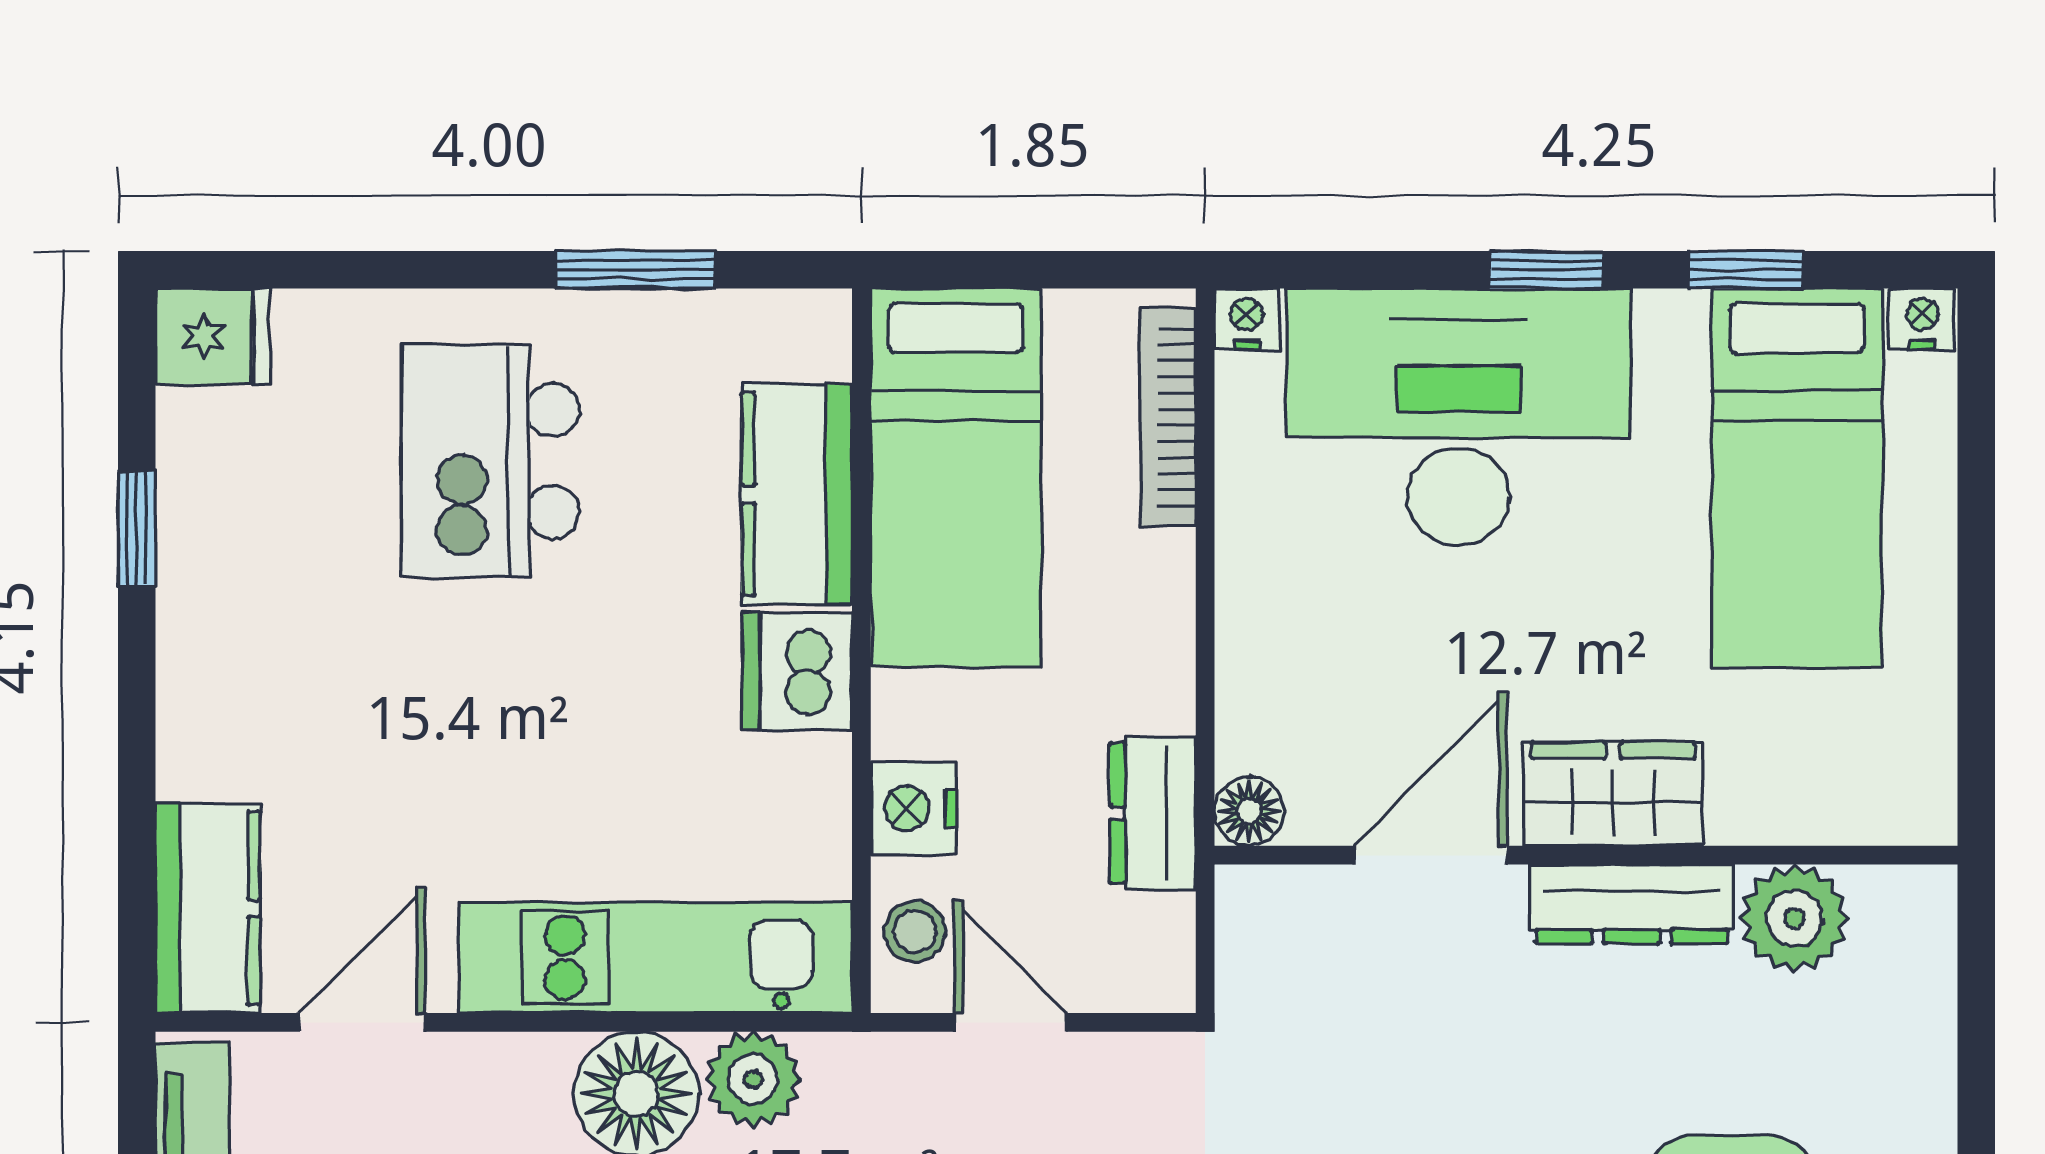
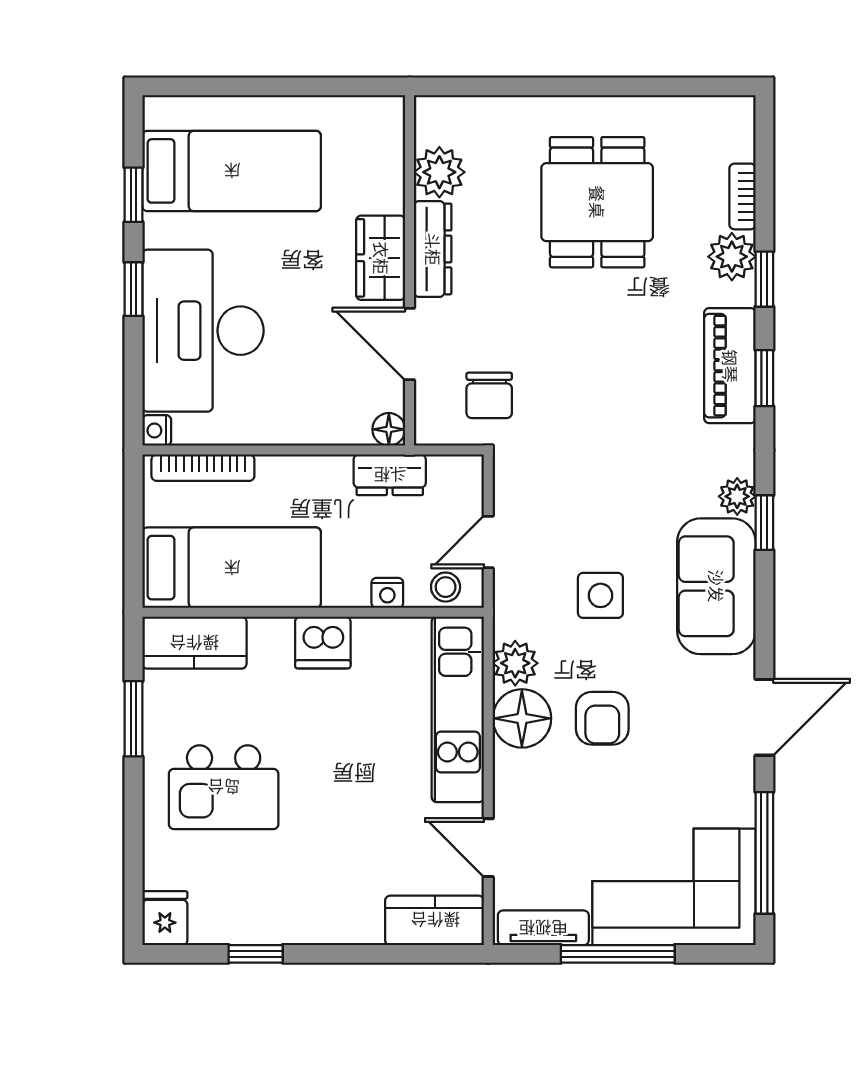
nightstand: (1922, 319) -> (157, 112), removed
kitchen counter: (797, 494) -> (194, 643), moved
nightstand: (914, 808) -> (387, 593), width x0.72, depth x0.74
chair: (1321, 1024) -> (489, 395), added

